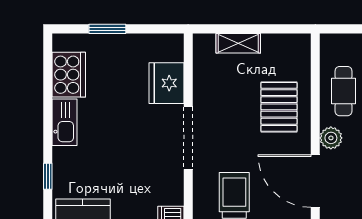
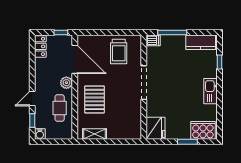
shelving: (238, 43) -> (95, 134), moved
cooker: (69, 75) -> (203, 130), moved, turned 90
fridge: (166, 83) -> (155, 128), moved

